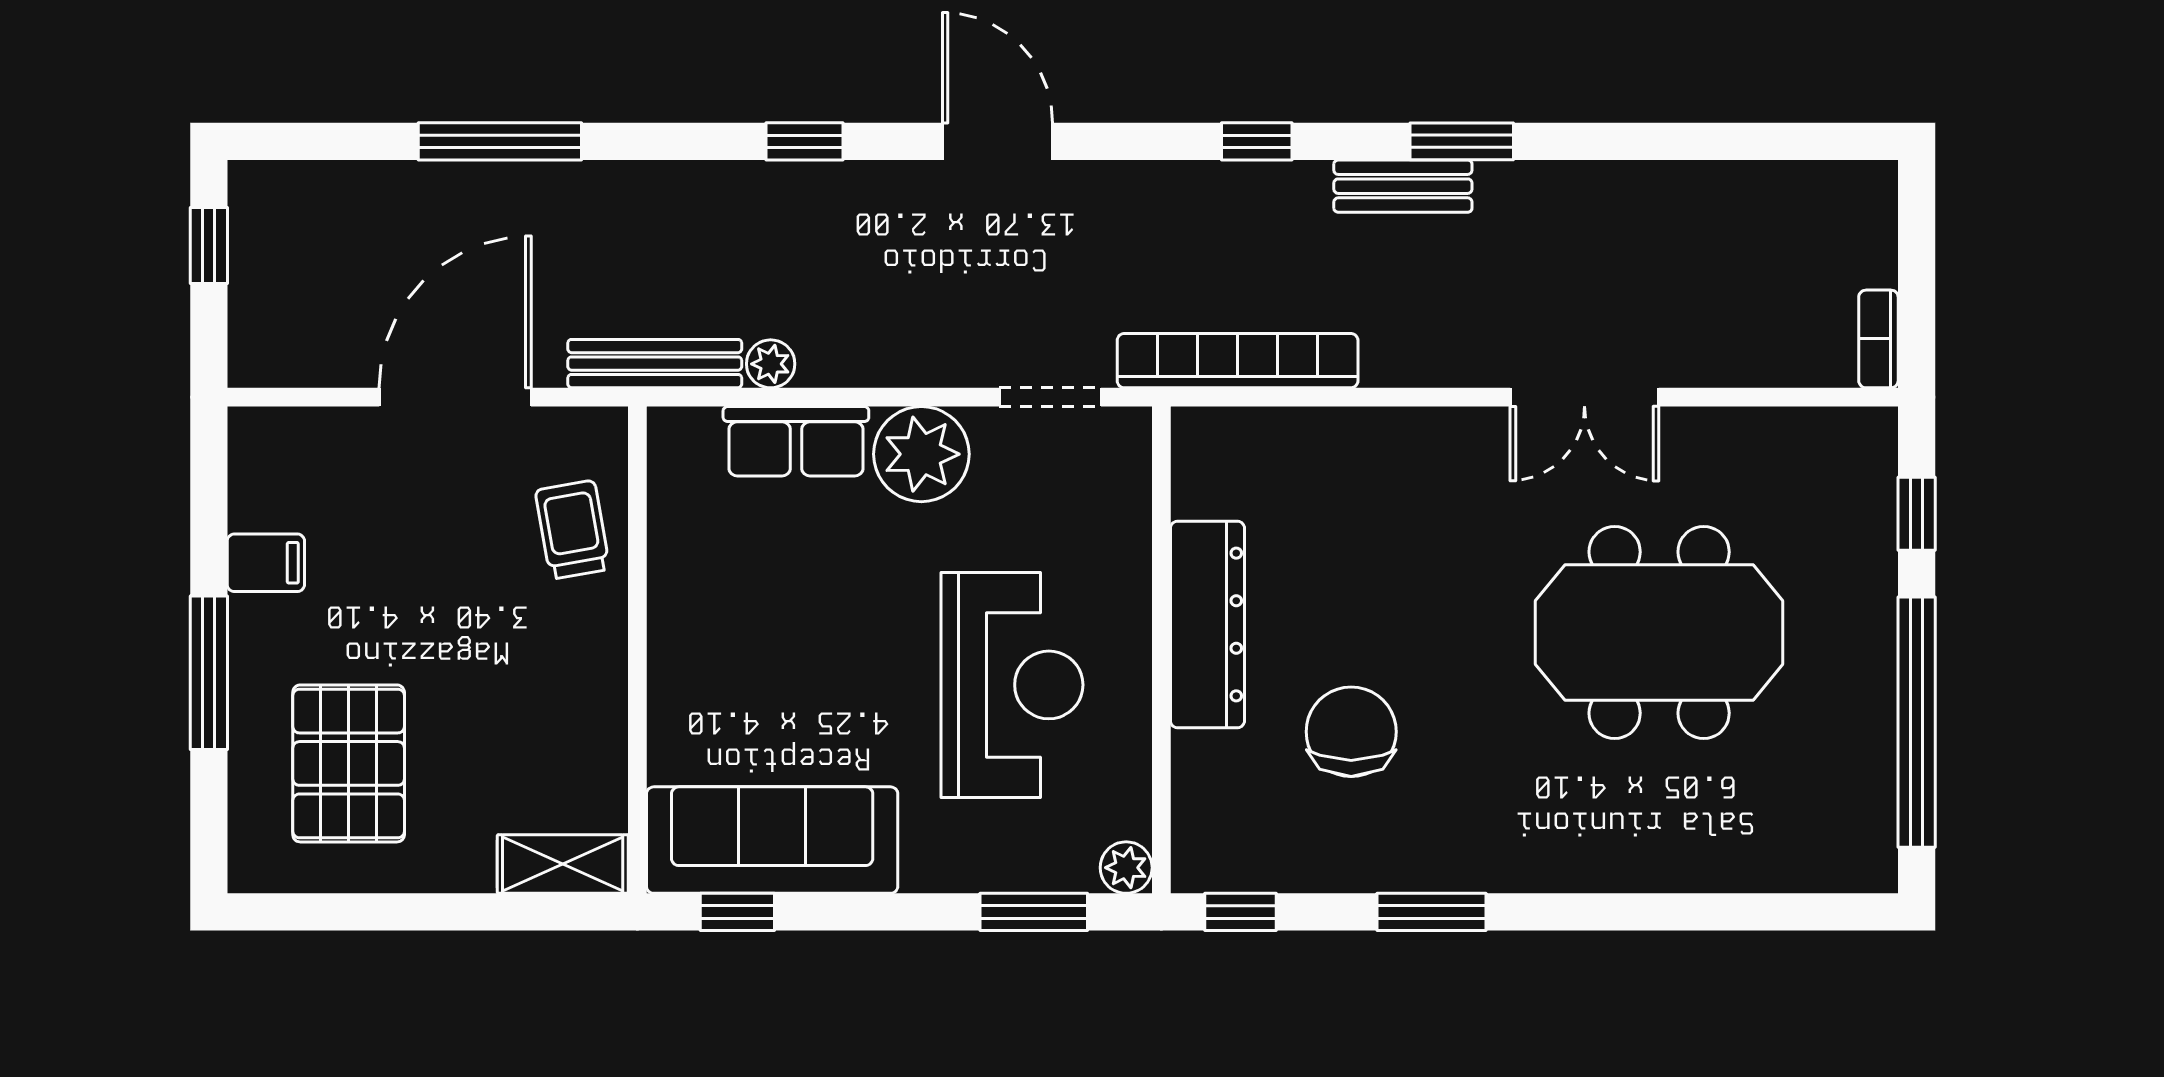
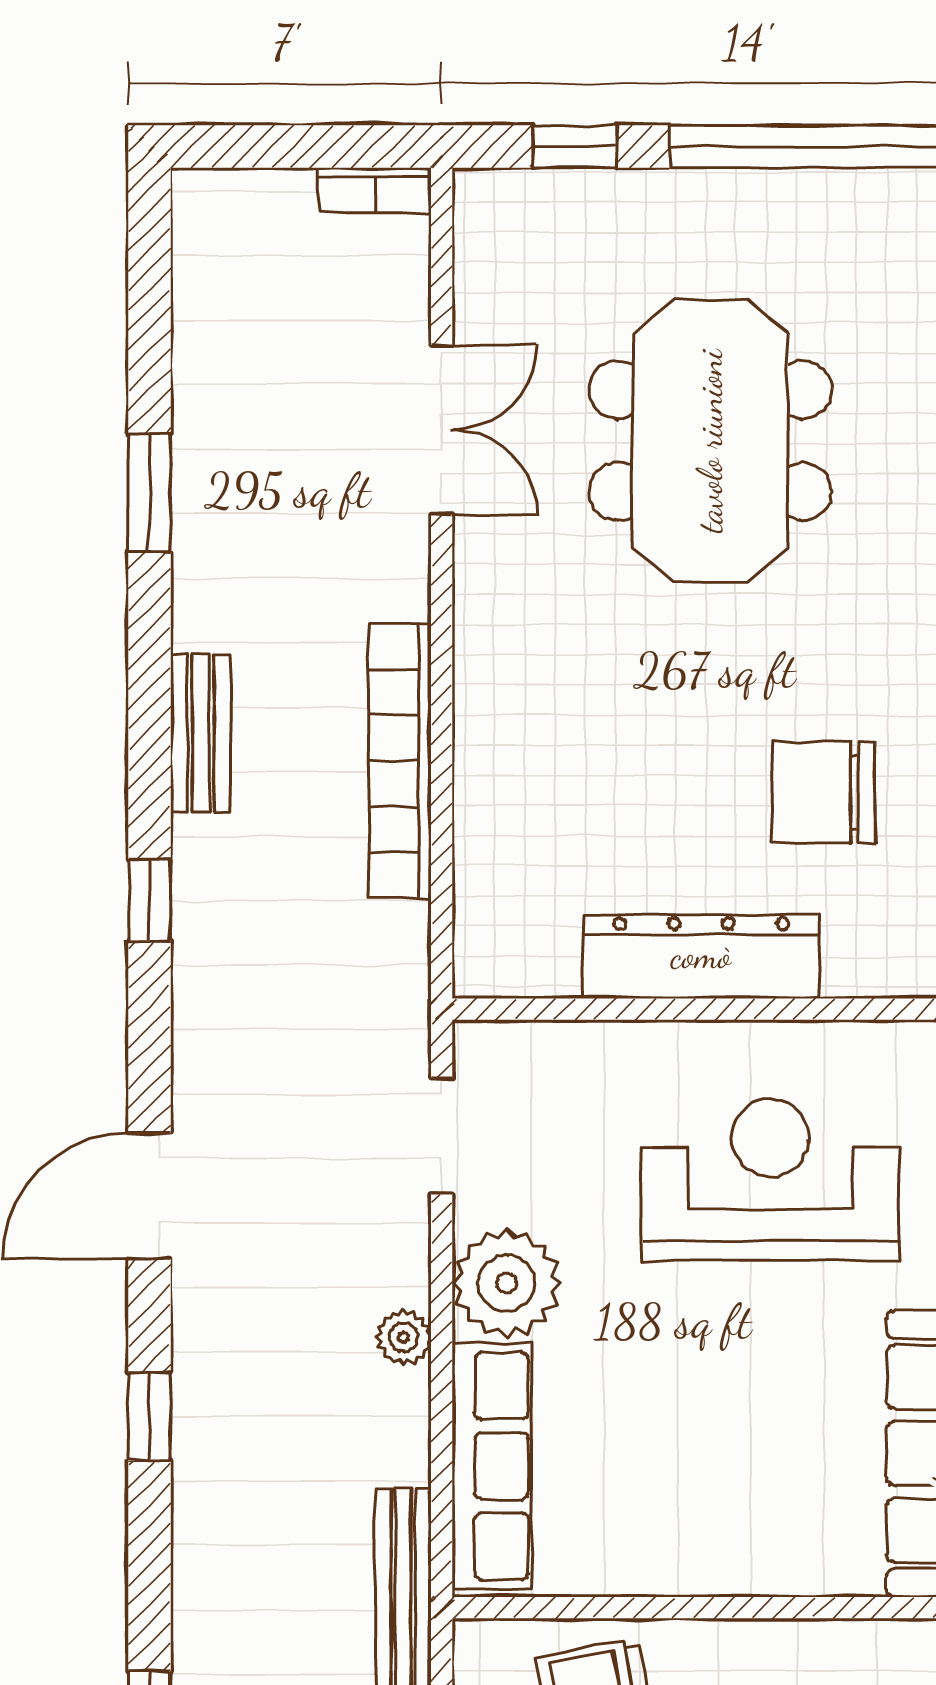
window: (1462, 141) -> (149, 493), moved
bookcase: (1238, 361) -> (400, 761), moved
plant: (771, 364) -> (404, 1337), moved
double door: (1584, 397) -> (442, 430), moved
row of seats: (796, 441) -> (492, 1466), width x1.48

